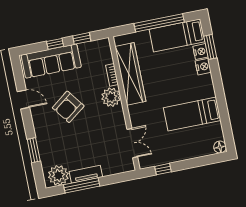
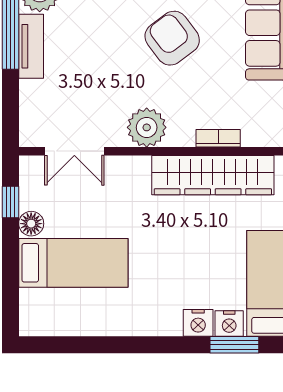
plant: (111, 97) -> (147, 127), moved
bed: (192, 114) -> (73, 263), moved, turned 90
floor lamp: (220, 147) -> (31, 224), moved

